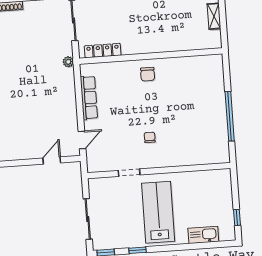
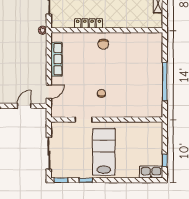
locker: (103, 51) -> (88, 23), moved
kitchen sink: (203, 235) -> (151, 172), moved

